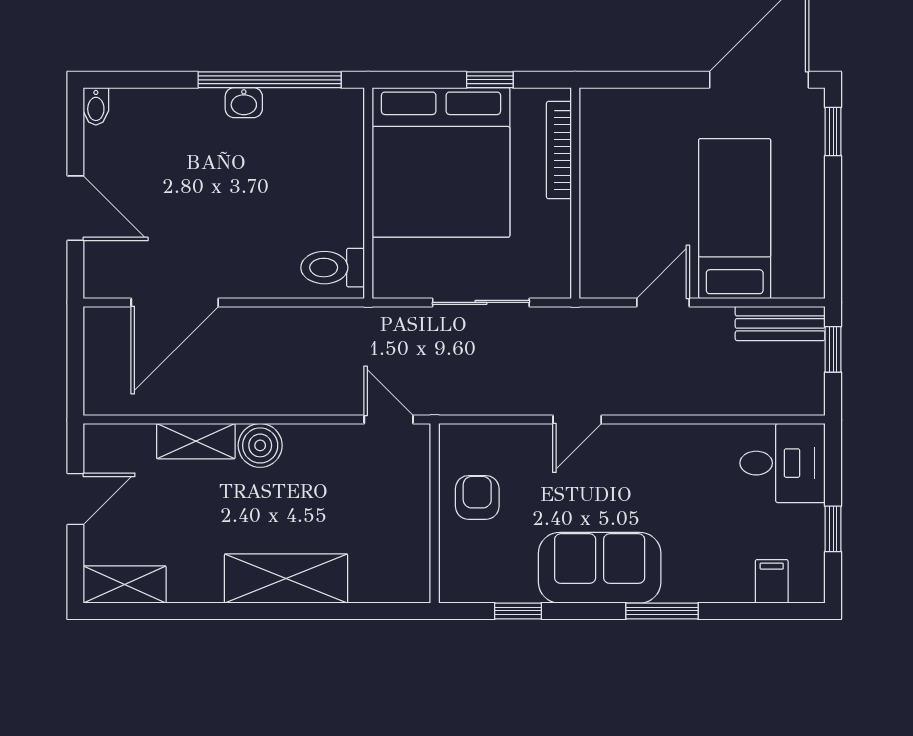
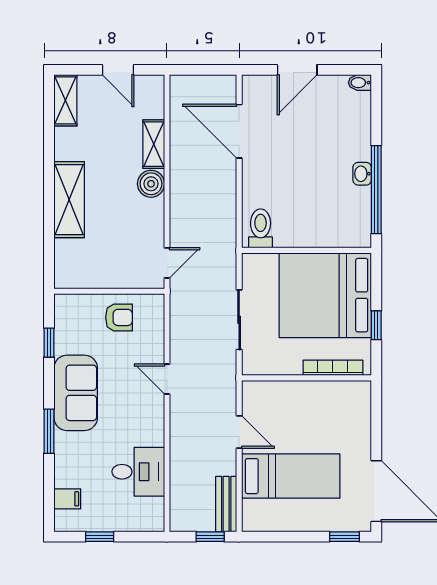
desk: (783, 463) -> (138, 472), moved, turned -90

